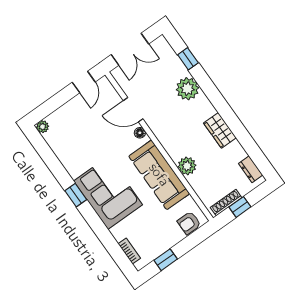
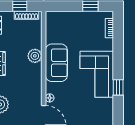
sofa: (159, 175) -> (56, 63), width x0.73
armchair: (189, 223) -> (59, 19), removed

